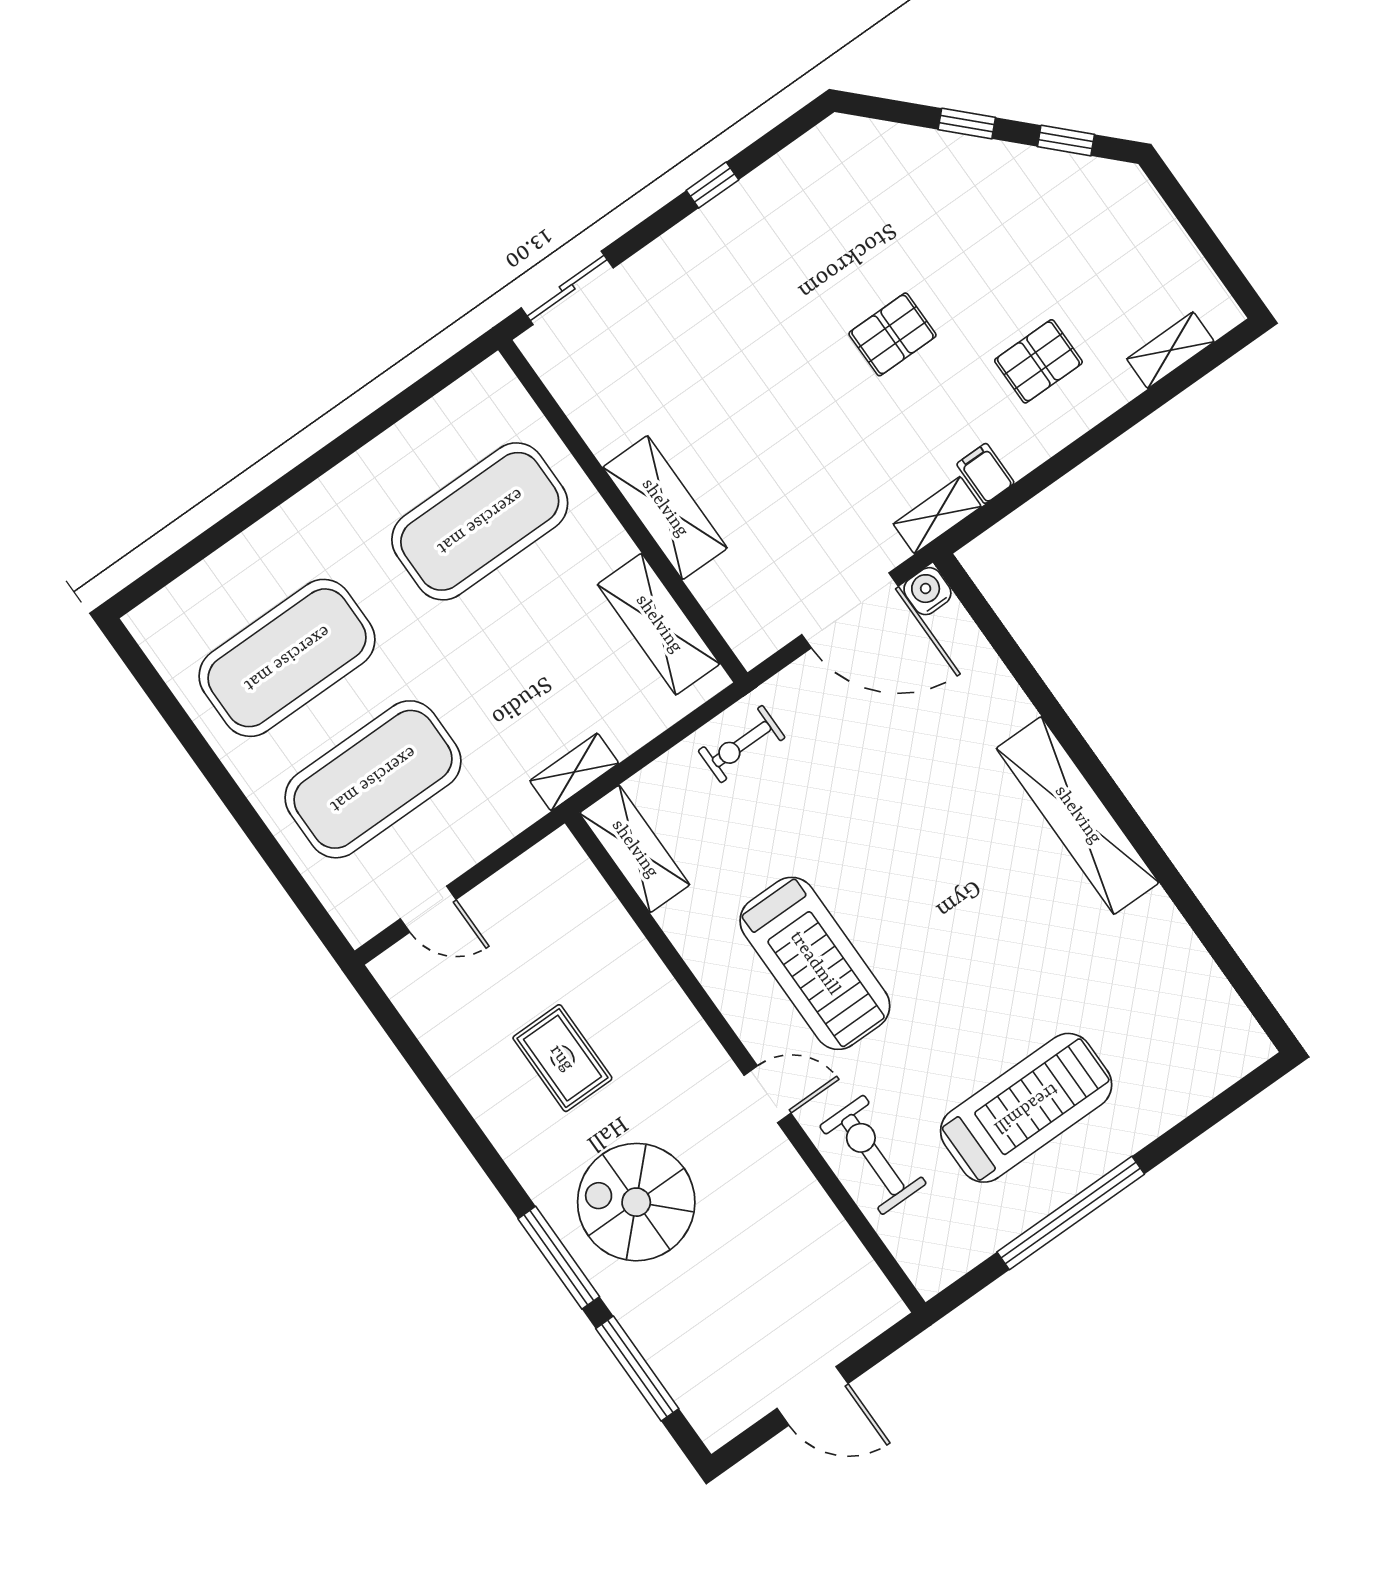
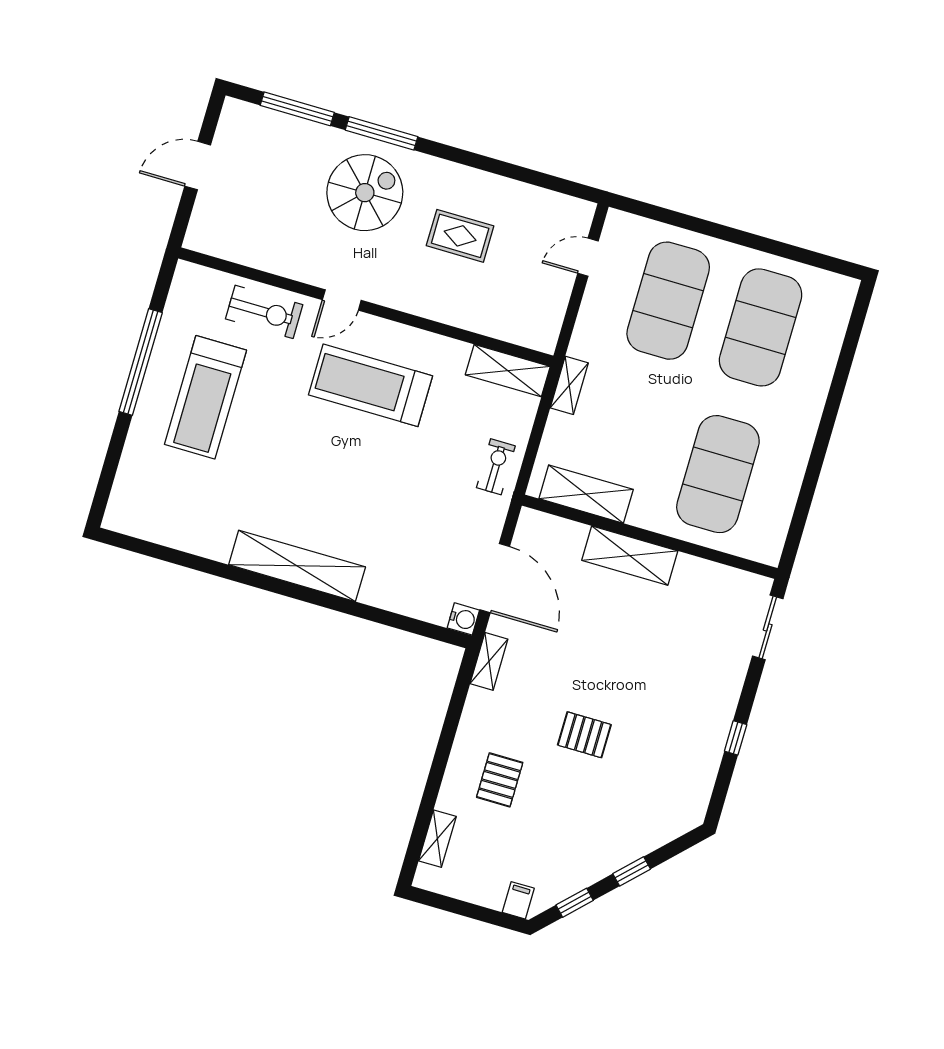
pallet: (892, 334) -> (584, 735), turned 90
filing cabinet: (985, 473) -> (518, 900), moved, turned -90
door: (850, 610) -> (495, 578), swing flipped

